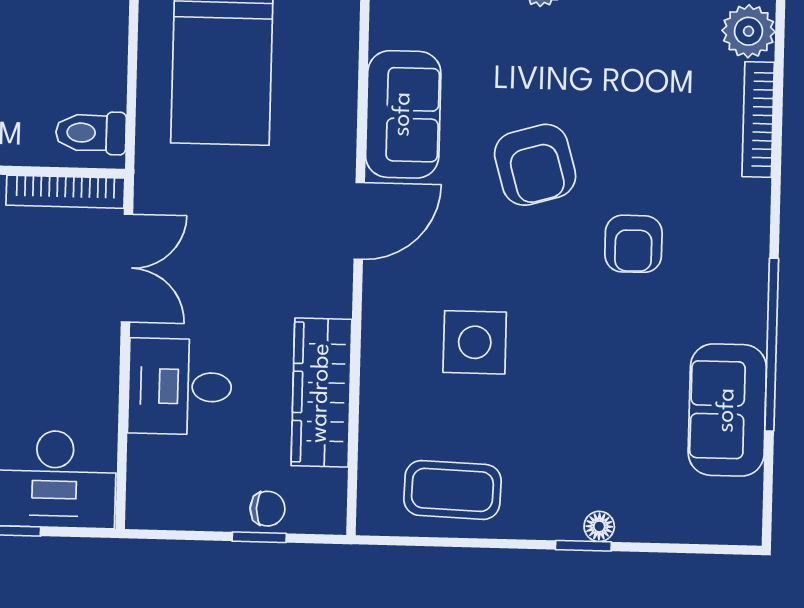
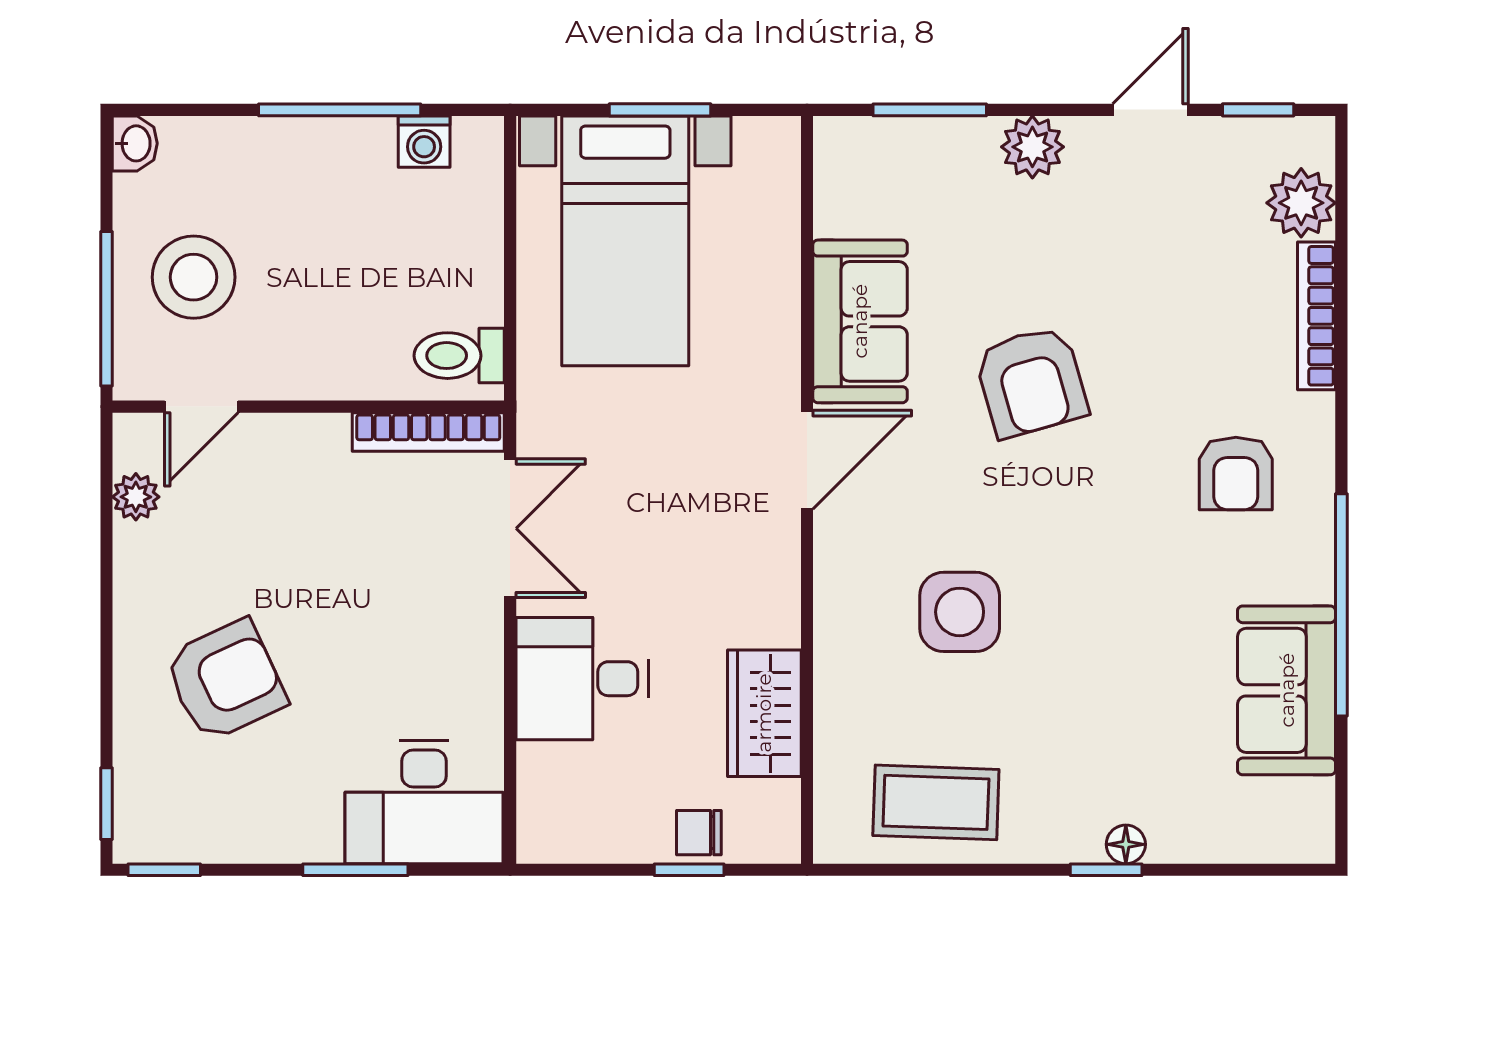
armchair: (633, 244) -> (1236, 473), moved
wardrobe: (321, 393) -> (764, 713), width x0.67
chair: (268, 509) -> (699, 833), turned 180

